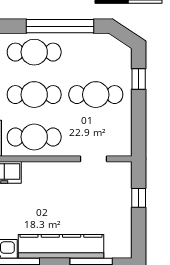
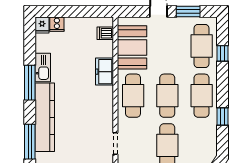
window: (60, 26) -> (223, 117), width x0.32

